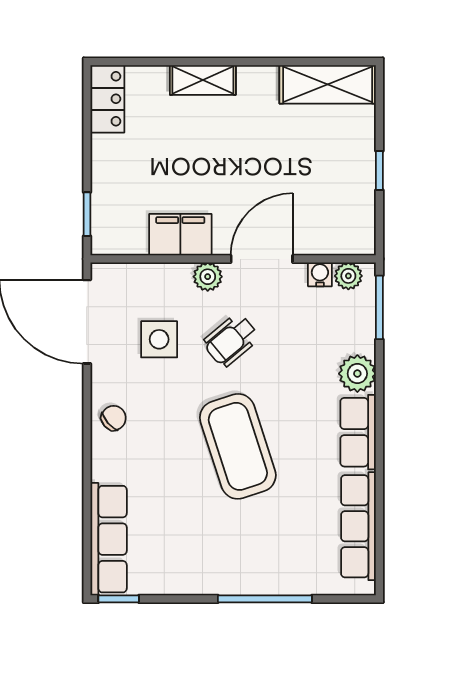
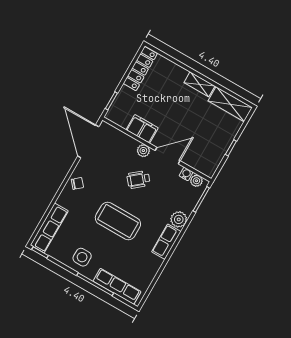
shelving: (203, 80) -> (199, 84), moved
locker: (107, 99) -> (140, 69), width x1.53
side table: (159, 339) -> (82, 257), moved
coffee table: (238, 446) -> (118, 221), turned -72
row of seats: (358, 526) -> (117, 286), moved, turned 90

